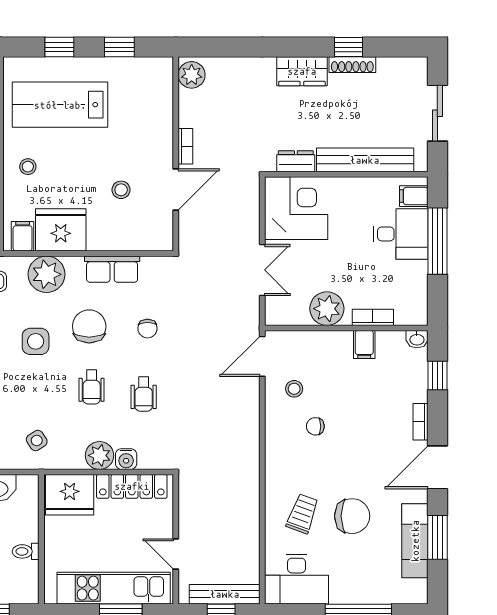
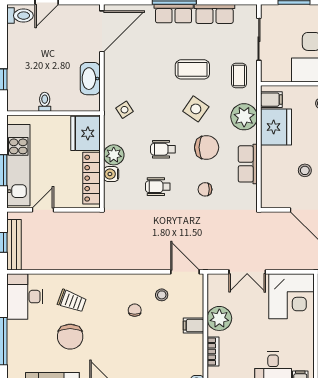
side table: (36, 341) -> (196, 109), turned 35
filing cabinet: (364, 344) -> (194, 326), moved

